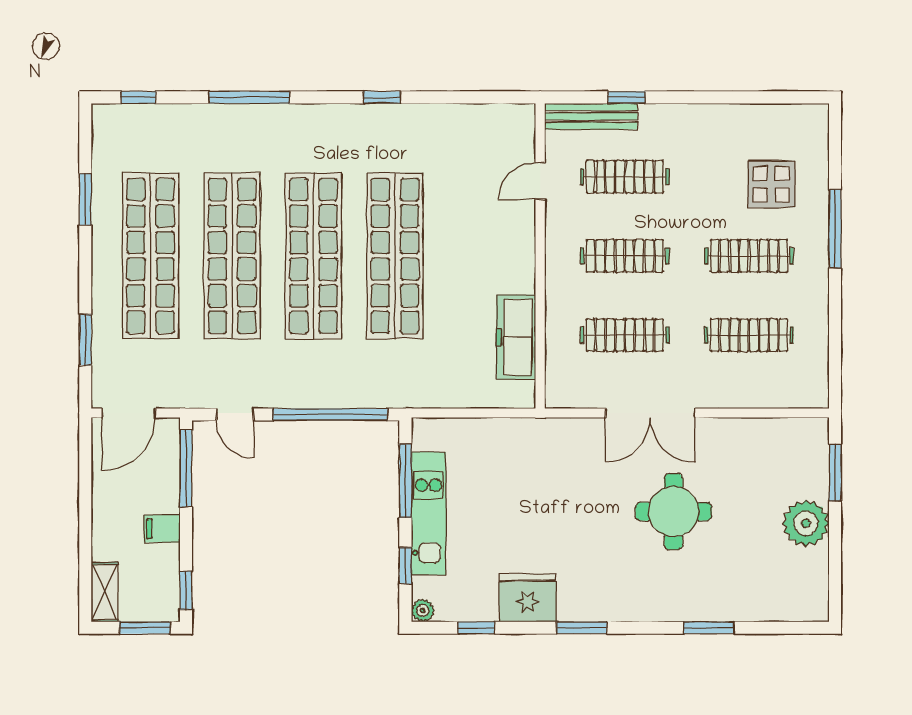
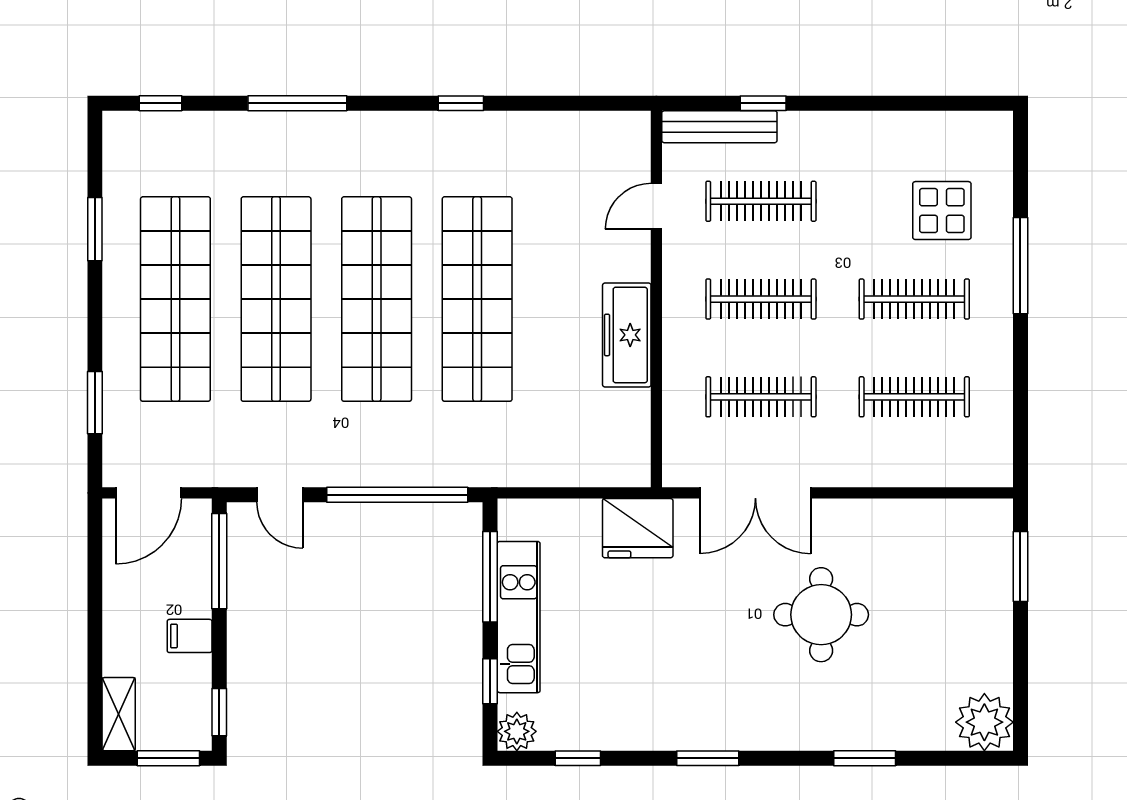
freezer: (516, 337) -> (627, 335), moved
double door: (650, 413) -> (755, 493), moved
plant: (806, 523) -> (984, 722), moved
fridge: (528, 598) -> (638, 528), moved, turned 180
plant: (423, 610) -> (517, 731), width x1.38, depth x1.38

